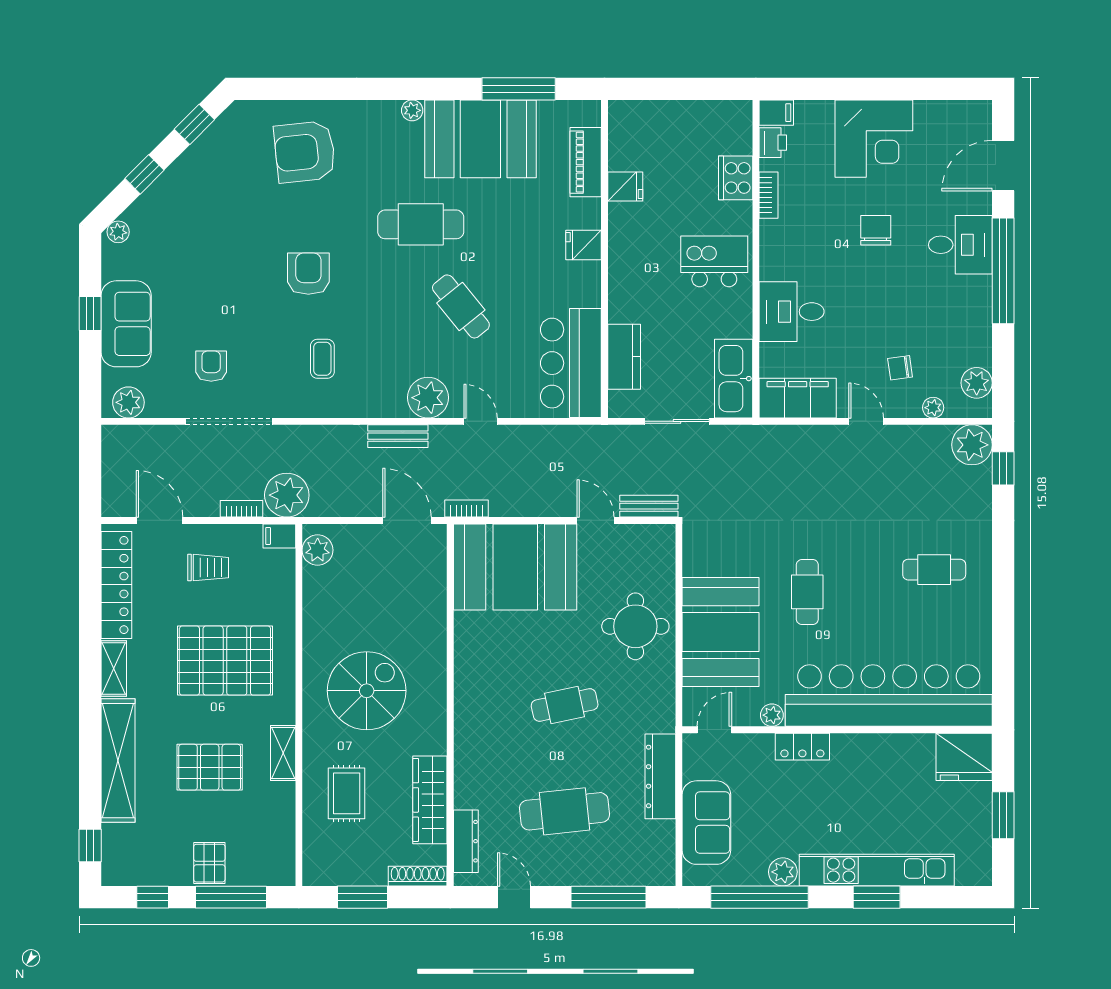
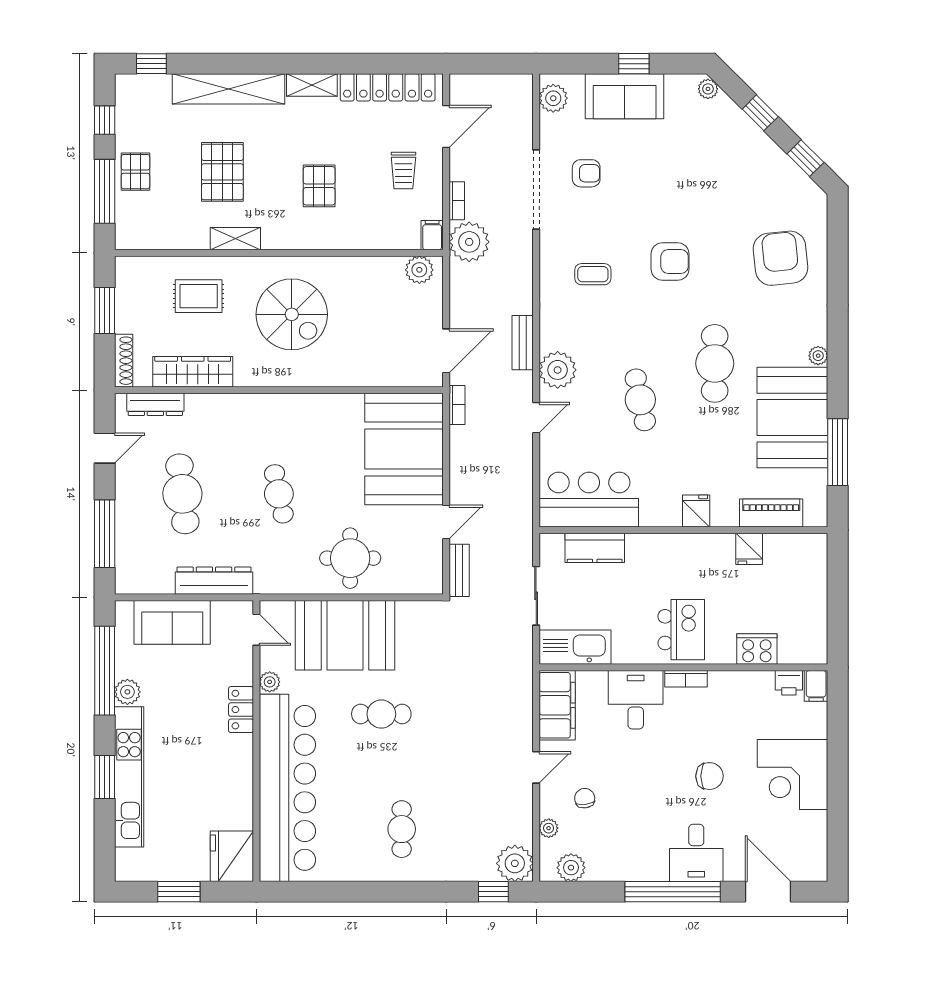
bookcase: (768, 195) -> (686, 679), moved
cafe table: (461, 306) -> (640, 400), turned -63
pallet: (225, 661) -> (319, 186), width x0.49, depth x0.50
pallet: (209, 863) -> (135, 172), turned 90

